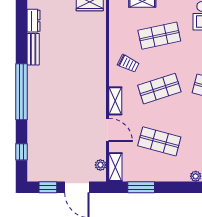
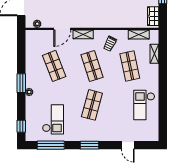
shop shelf: (159, 141) -> (54, 66), turned -36
shelving: (115, 167) -> (139, 35), moved
window: (141, 187) -> (21, 83), moved

